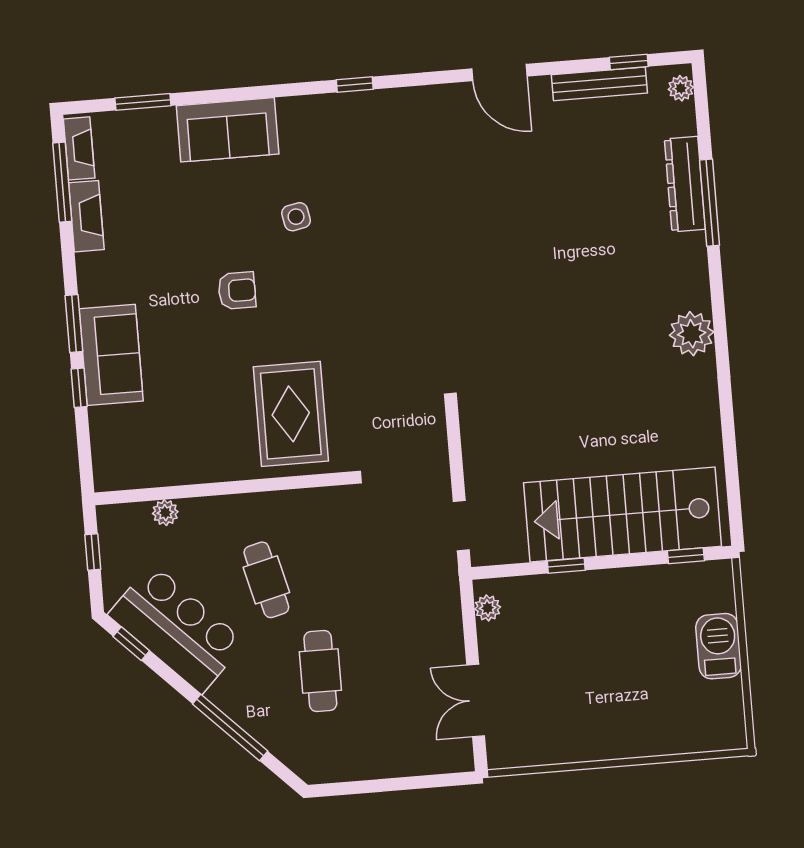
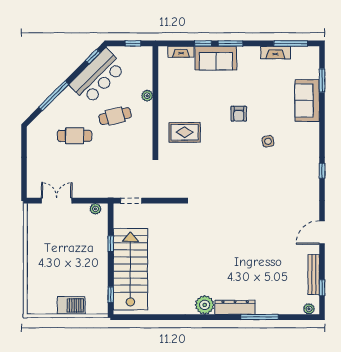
sofa: (228, 130) -> (307, 101), moved
fireplace: (79, 148) -> (181, 52), moved
dresser: (685, 184) -> (235, 307), moved
rug: (291, 414) -> (185, 132), width x0.73, depth x0.70
plant: (165, 513) -> (147, 96), moved

